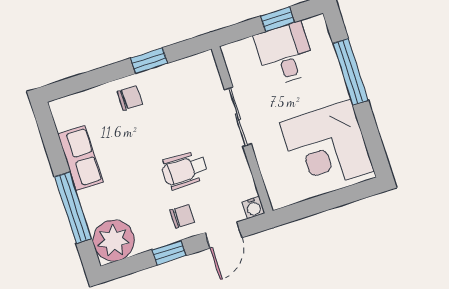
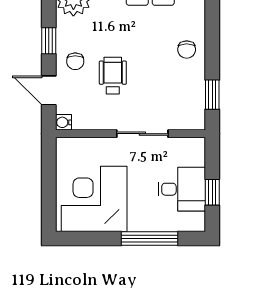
window: (149, 61) -> (212, 95), moved

